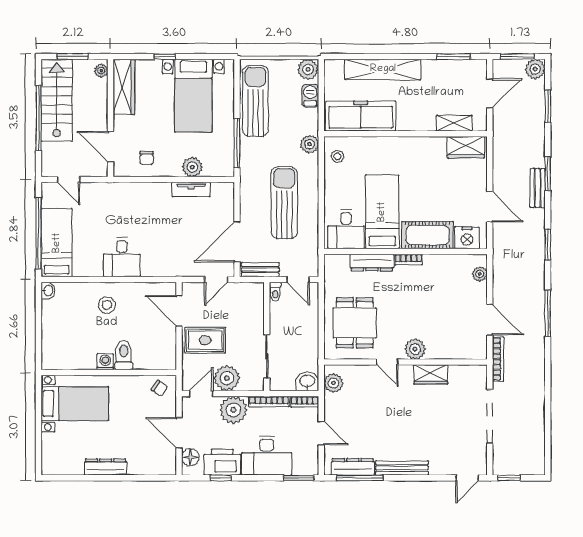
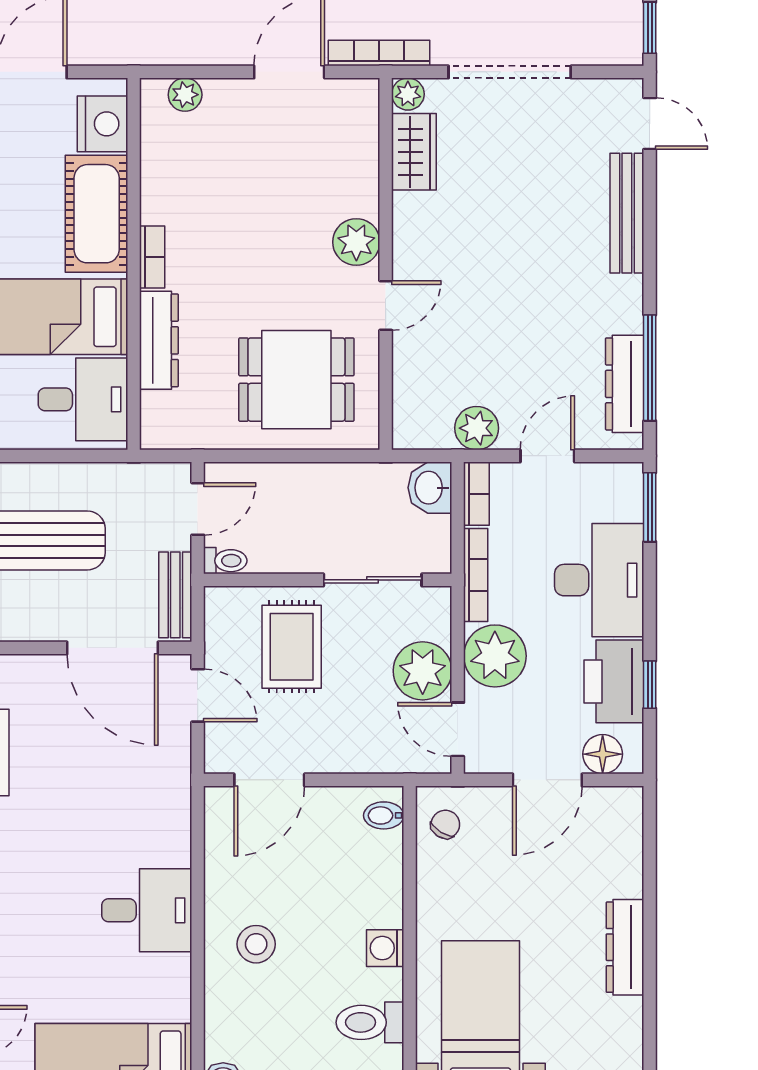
rug: (205, 340) -> (292, 647), moved
toilet: (124, 355) -> (370, 1022), moved
bidet: (163, 361) -> (384, 815), added
plant: (480, 372) -> (408, 94), added
wardrobe: (431, 374) -> (414, 152), moved
plant: (333, 383) -> (477, 428), moved
bench: (402, 468) -> (627, 213), moved

